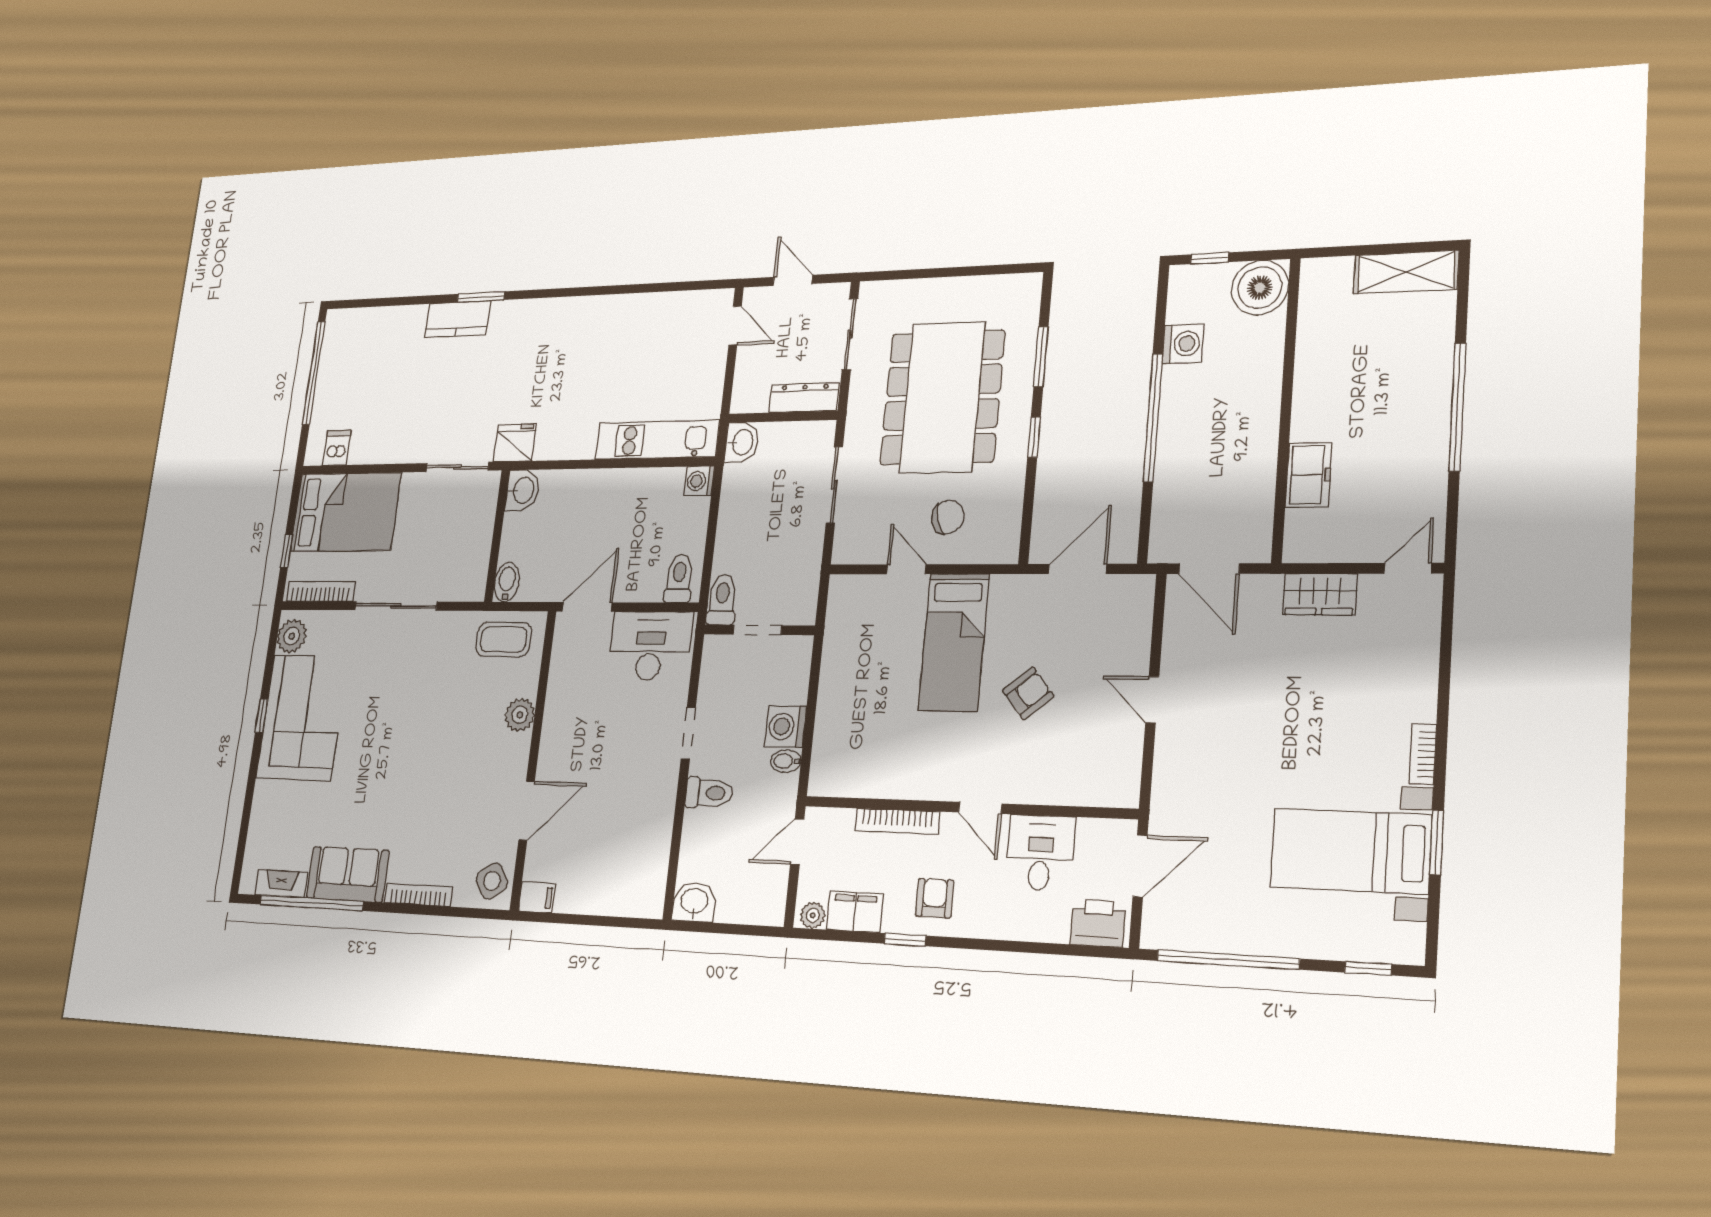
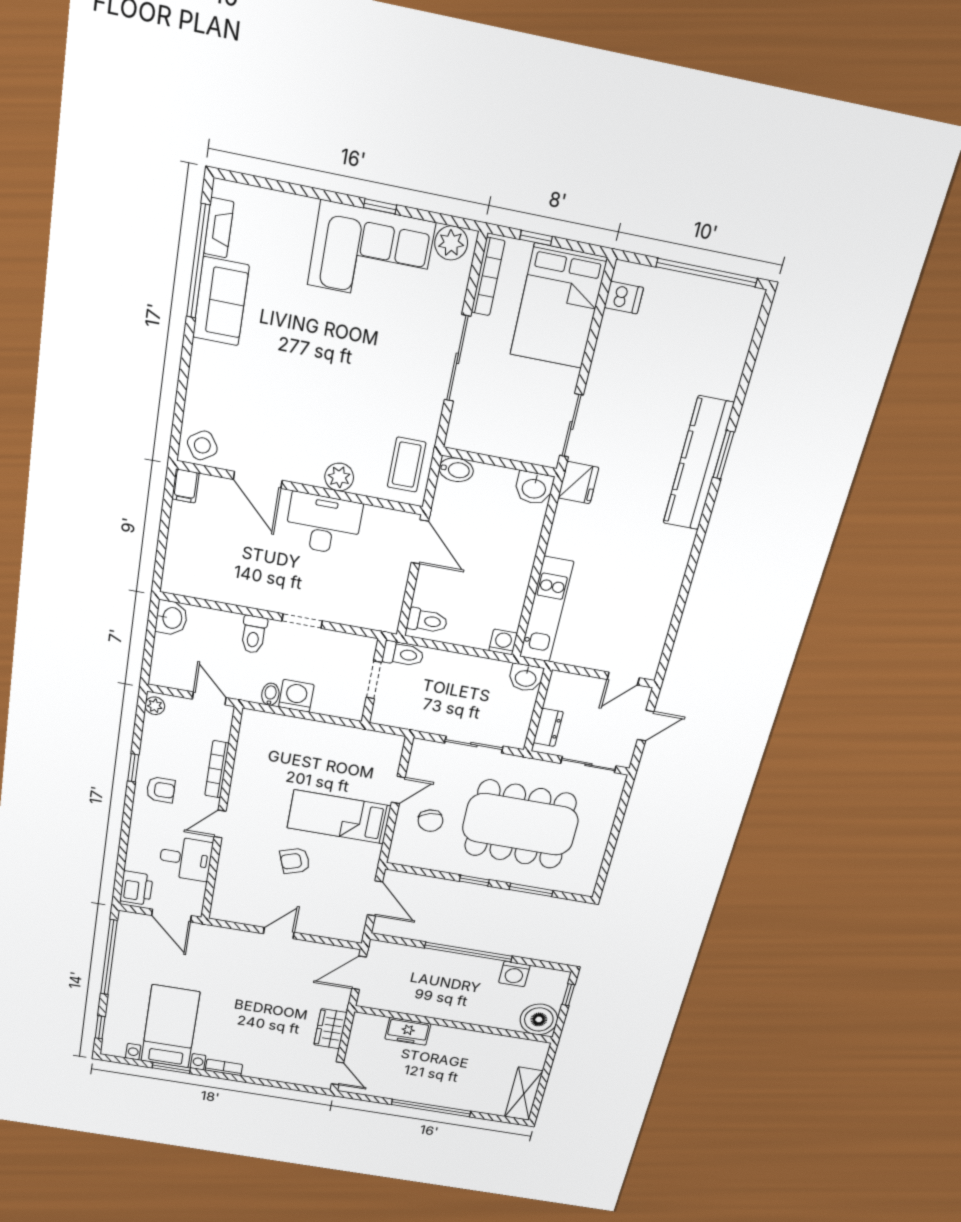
kitchen counter: (458, 319) -> (698, 464), width x2.08, depth x1.17
dresser: (804, 398) -> (548, 727), width x0.70
desk: (650, 646) -> (323, 524), moved, turned -90
armchair: (1028, 693) -> (295, 861), turned 111
bookcase: (418, 895) -> (196, 374), removed
filing cabinet: (855, 912) -> (155, 735), removed

